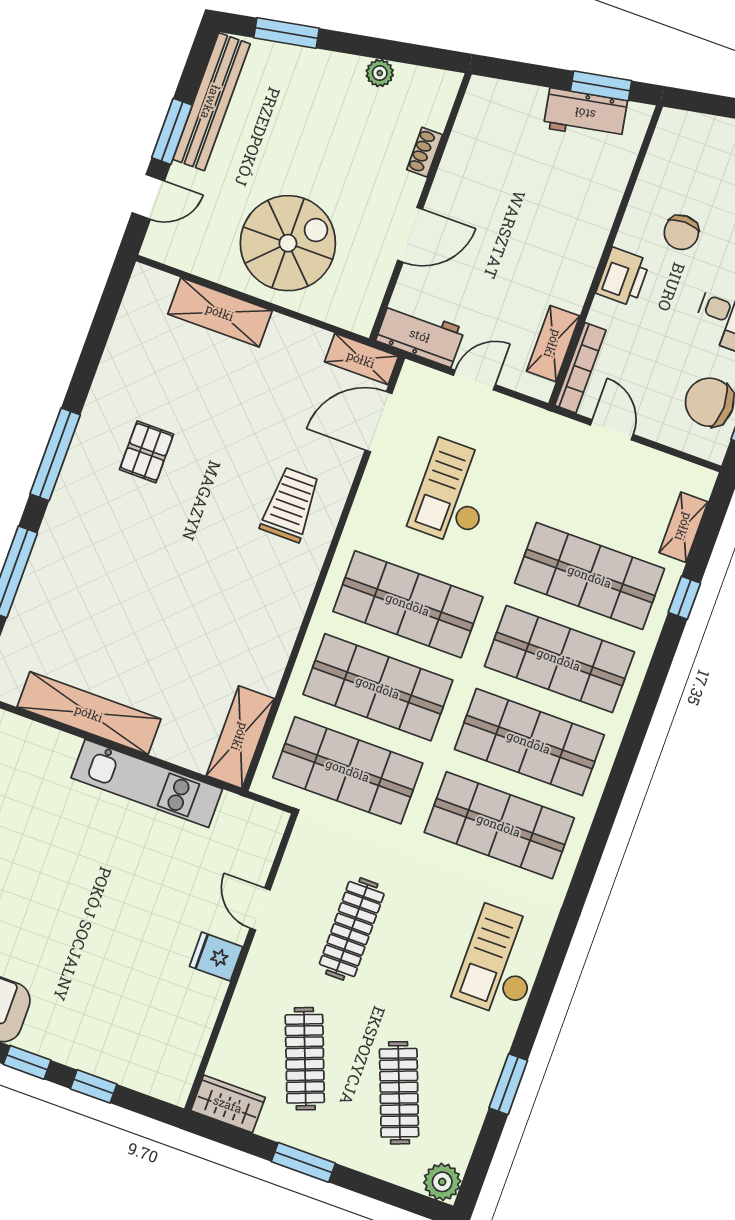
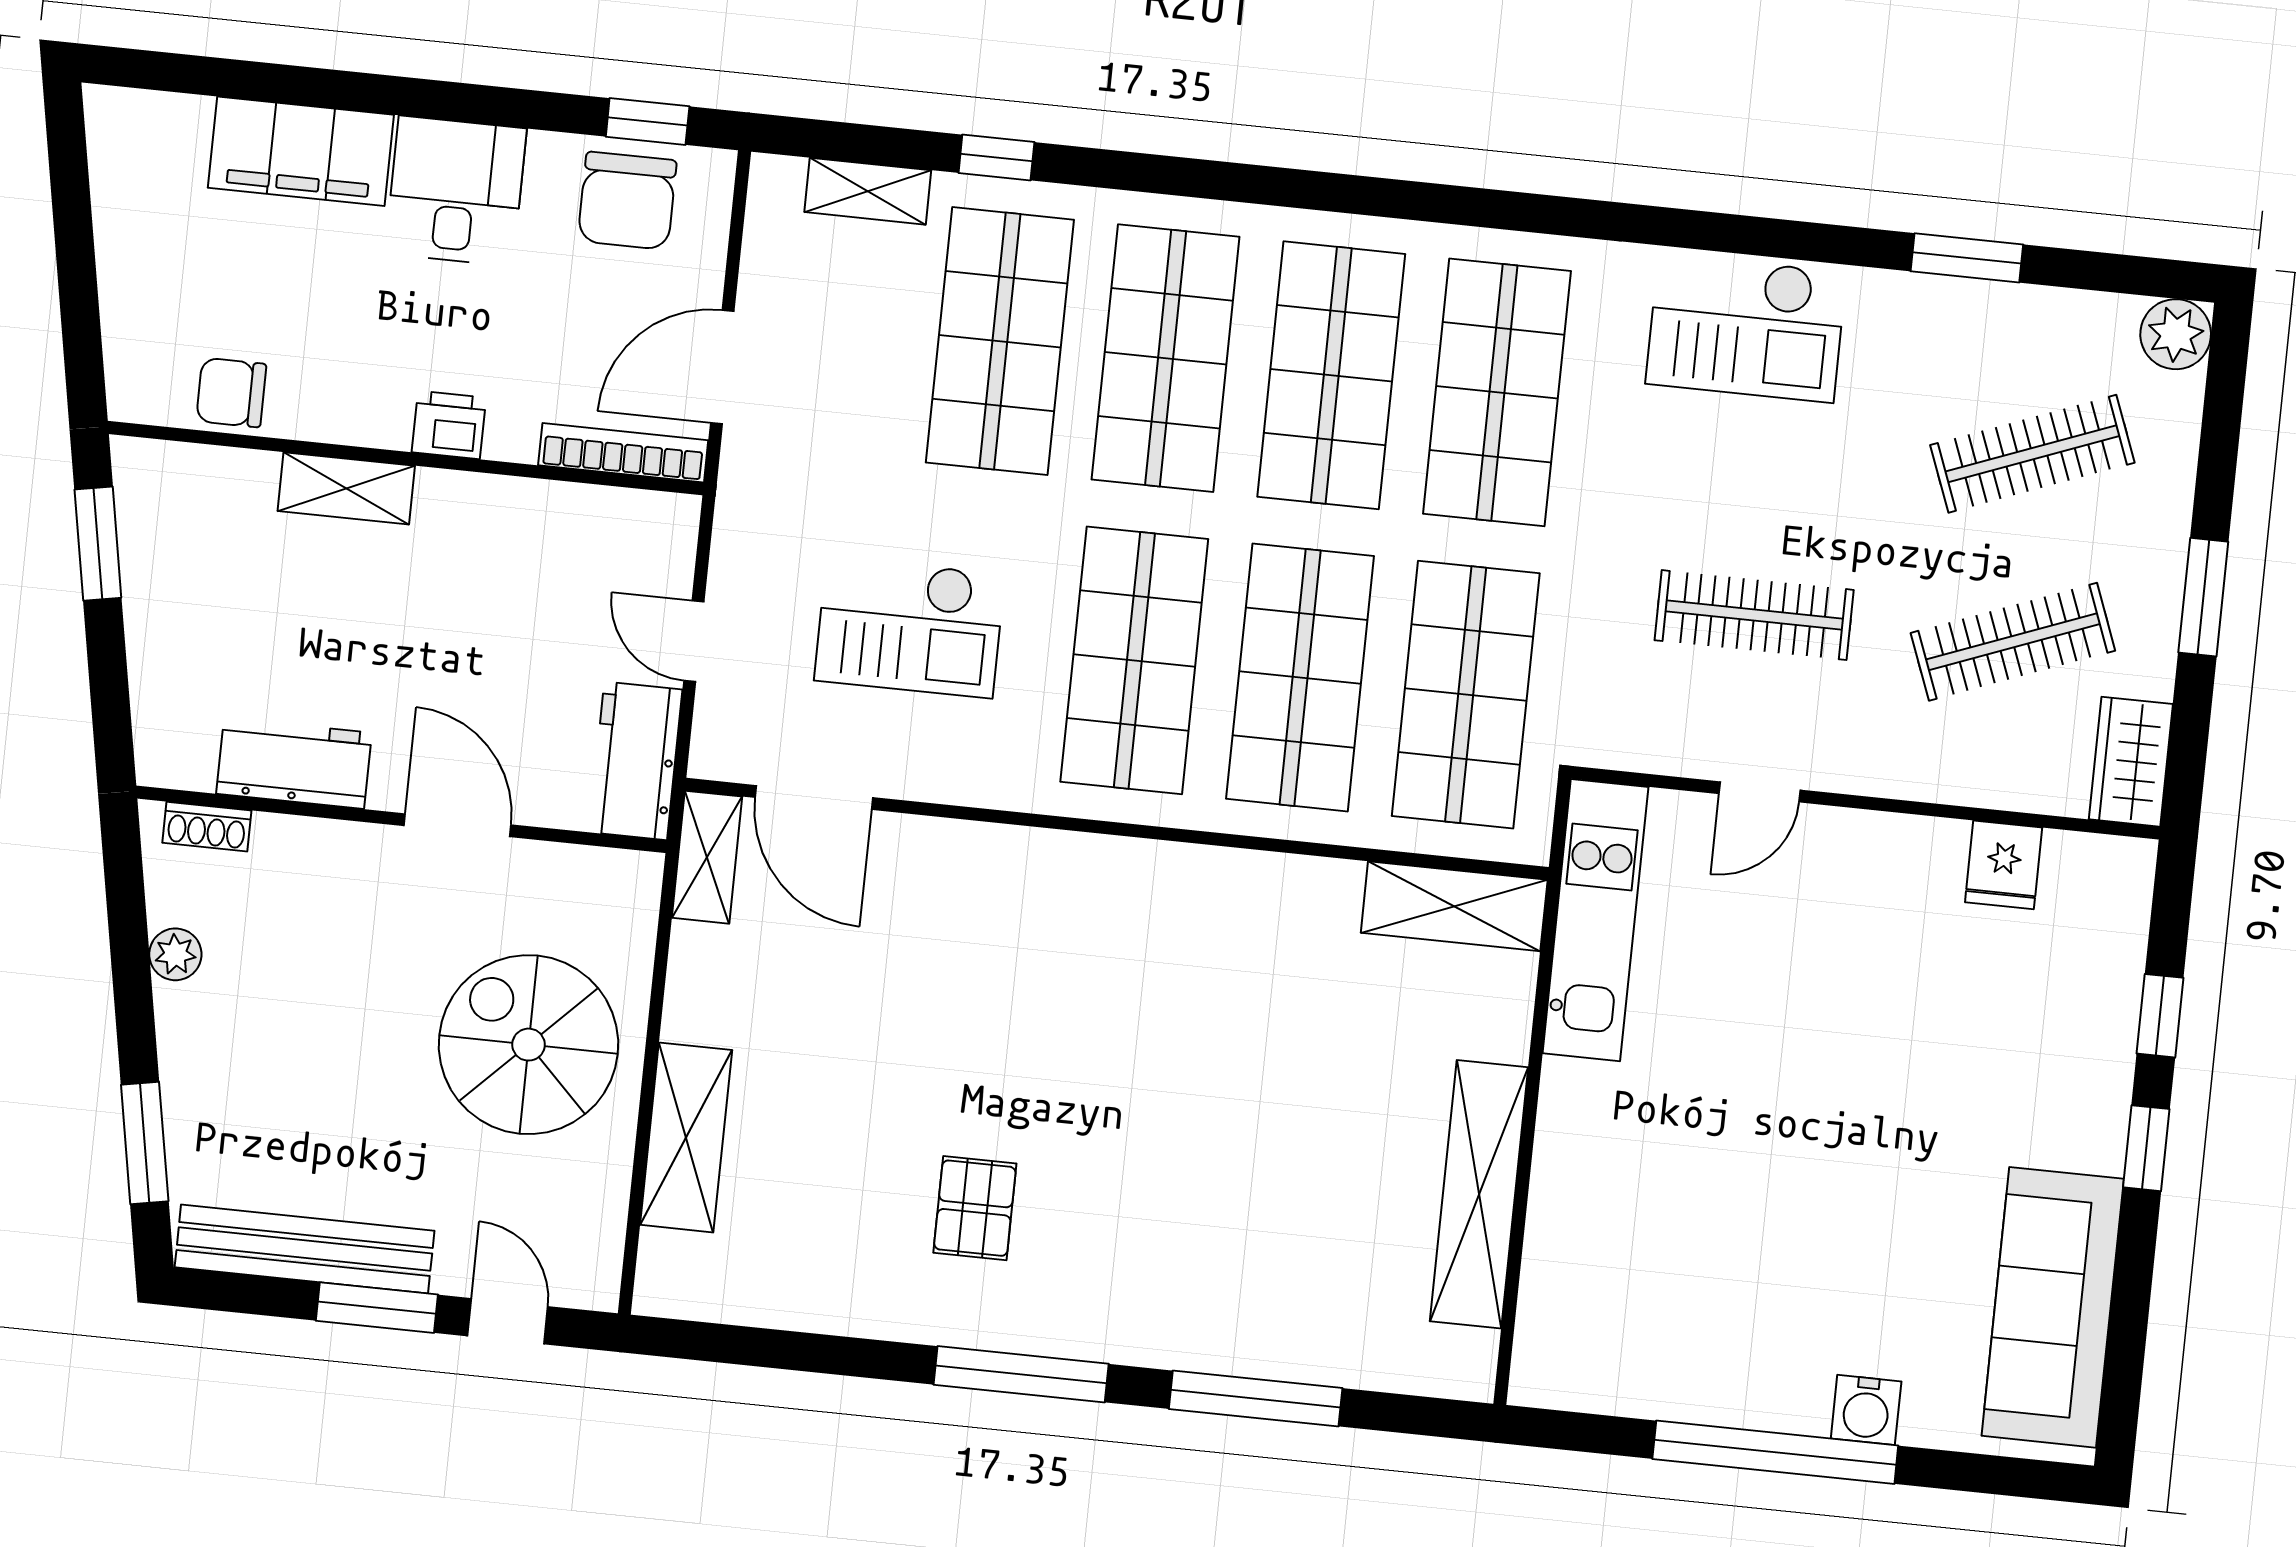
workbench: (585, 114) -> (294, 763), moved, turned -80
shoe rack: (425, 152) -> (207, 827), moved
chair: (681, 232) -> (231, 393), moved, turned 180
printer: (623, 277) -> (449, 425), width x0.73, depth x0.81
shelving: (553, 344) -> (346, 488), moved
door: (612, 430) -> (722, 367), width x1.38
pallet: (147, 452) -> (975, 1208), turned 90
trolley: (290, 505) -> (1006, 921), removed
kitchen unit: (147, 783) -> (1595, 920), moved
fridge: (216, 957) -> (2004, 865), moved

